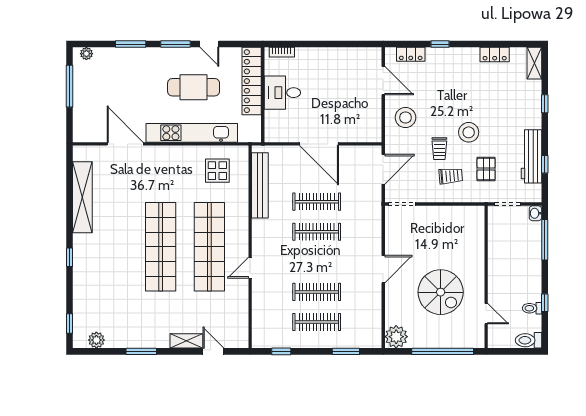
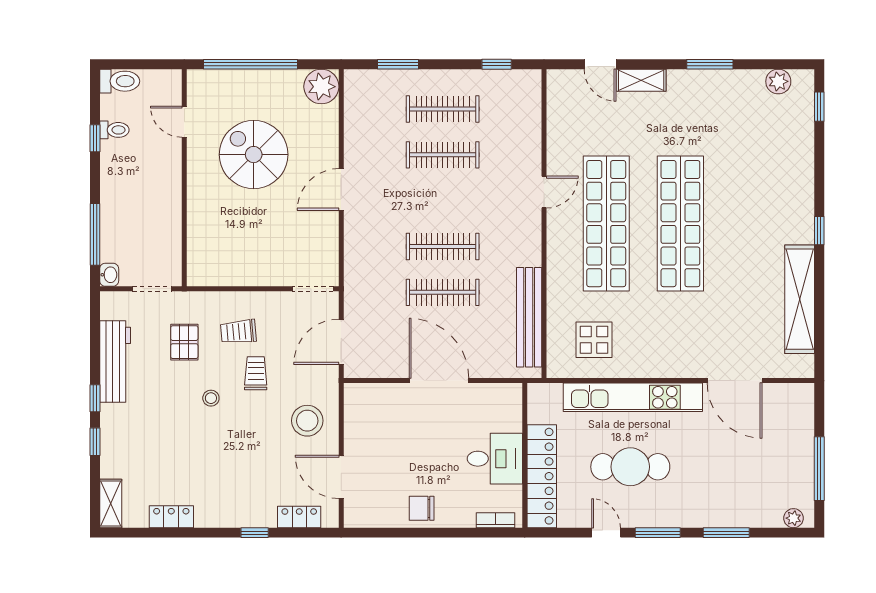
chair: (330, 60) -> (422, 508), added
stool: (469, 132) -> (211, 398), width x0.53, depth x0.53
window: (545, 164) -> (95, 398), moved
window: (70, 257) -> (819, 231), moved

